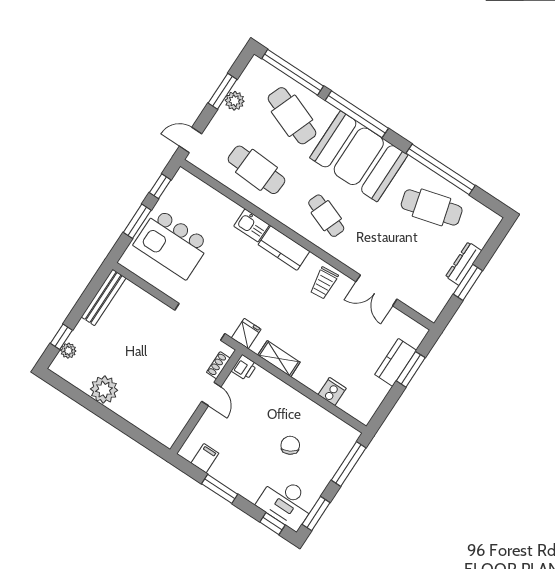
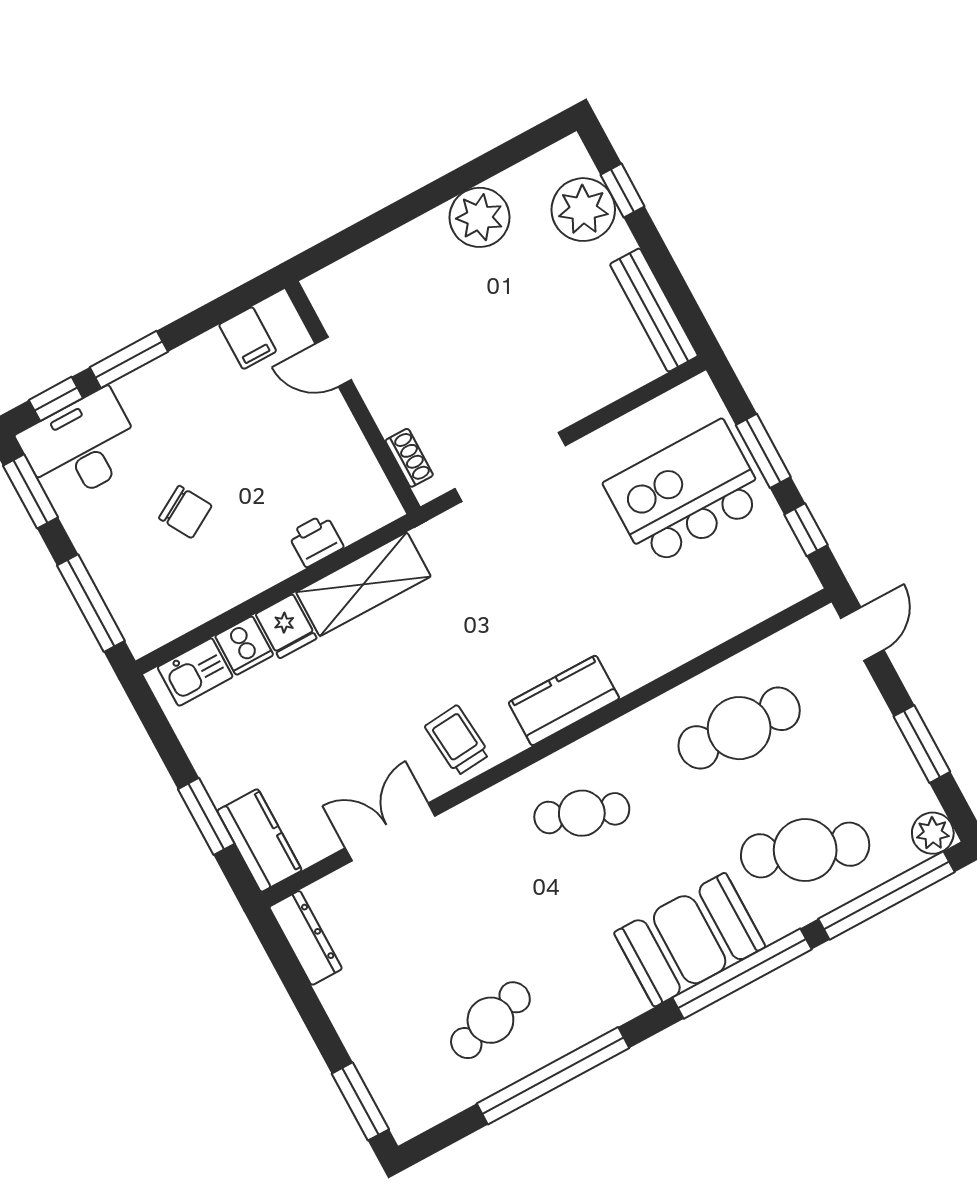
plant: (235, 101) -> (933, 833), moved
booth: (359, 156) -> (690, 940), width x0.73, depth x0.70
cafe table: (432, 207) -> (490, 1020), width x0.73, depth x0.74
kitchen sink: (252, 225) -> (195, 672), moved, turned 180
dresser: (464, 264) -> (306, 938), moved
window: (468, 282) -> (360, 1101), moved
fridge: (246, 334) -> (286, 626), moved
plant: (68, 351) -> (583, 210), width x1.87, depth x1.87
shelving: (279, 359) -> (363, 584), width x1.50, depth x1.33
kitchen counter: (396, 362) -> (259, 840), moved
printer: (244, 368) -> (316, 540), moved, turned 90
door: (211, 394) -> (333, 362), moved
window: (220, 489) -> (129, 359), moved

